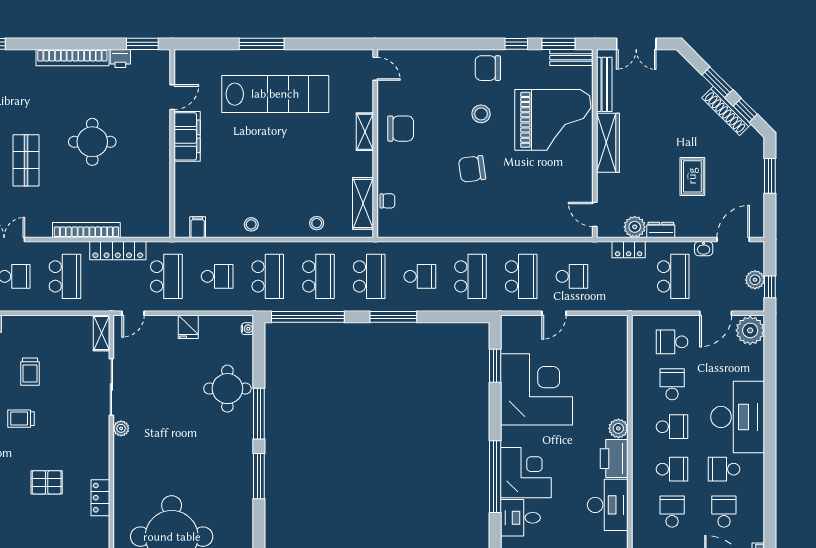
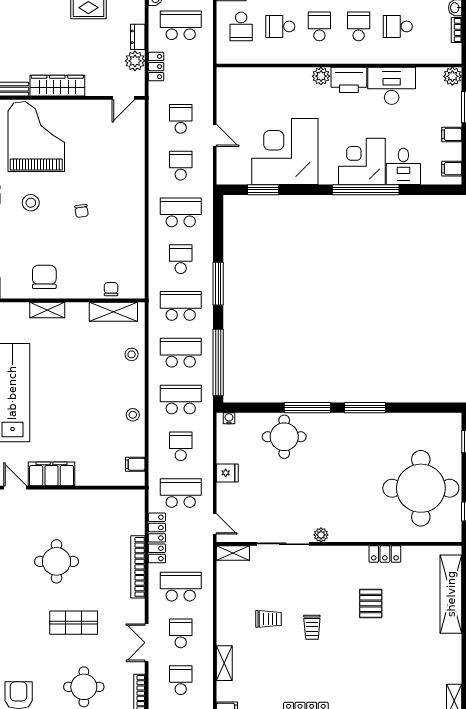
chair: (472, 169) -> (82, 211), width x0.54, depth x0.54
school desk: (521, 276) -> (181, 166), width x0.54

